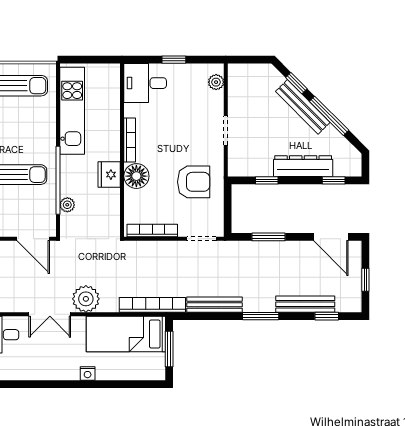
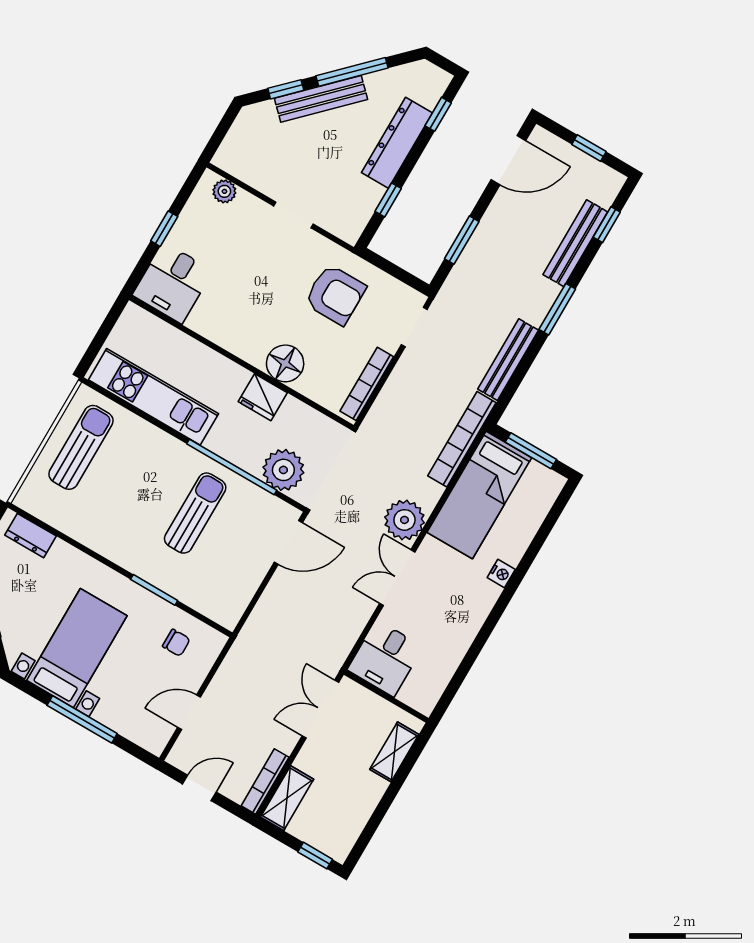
bookcase: (130, 140) -> (234, 345), removed
armchair: (194, 182) -> (335, 295), turned 90
plant: (67, 205) -> (283, 470), width x1.88, depth x1.88
double door: (50, 314) -> (397, 578), swing flipped

